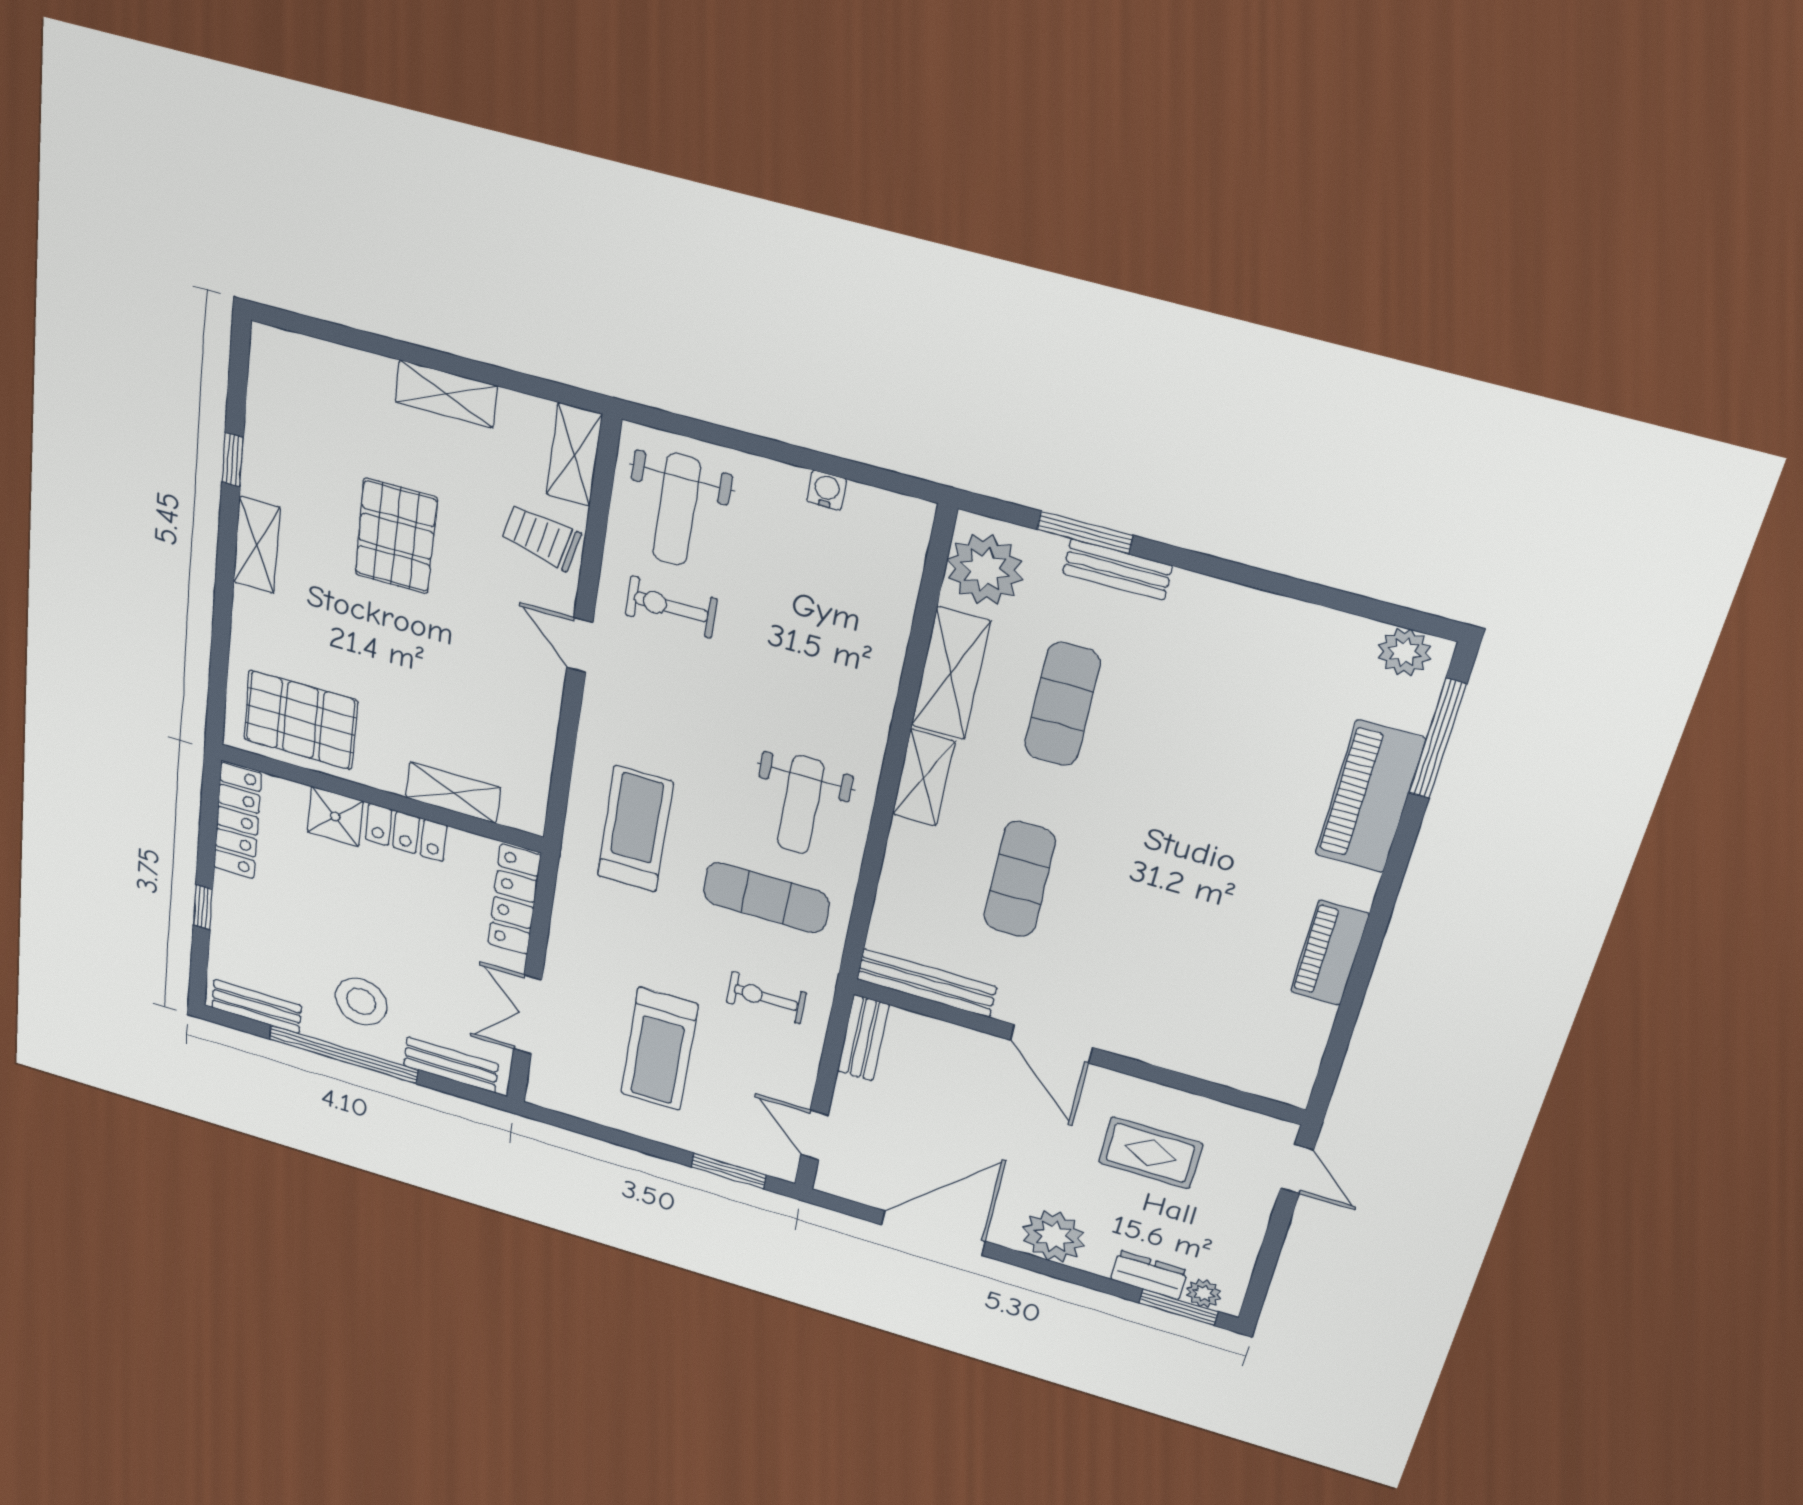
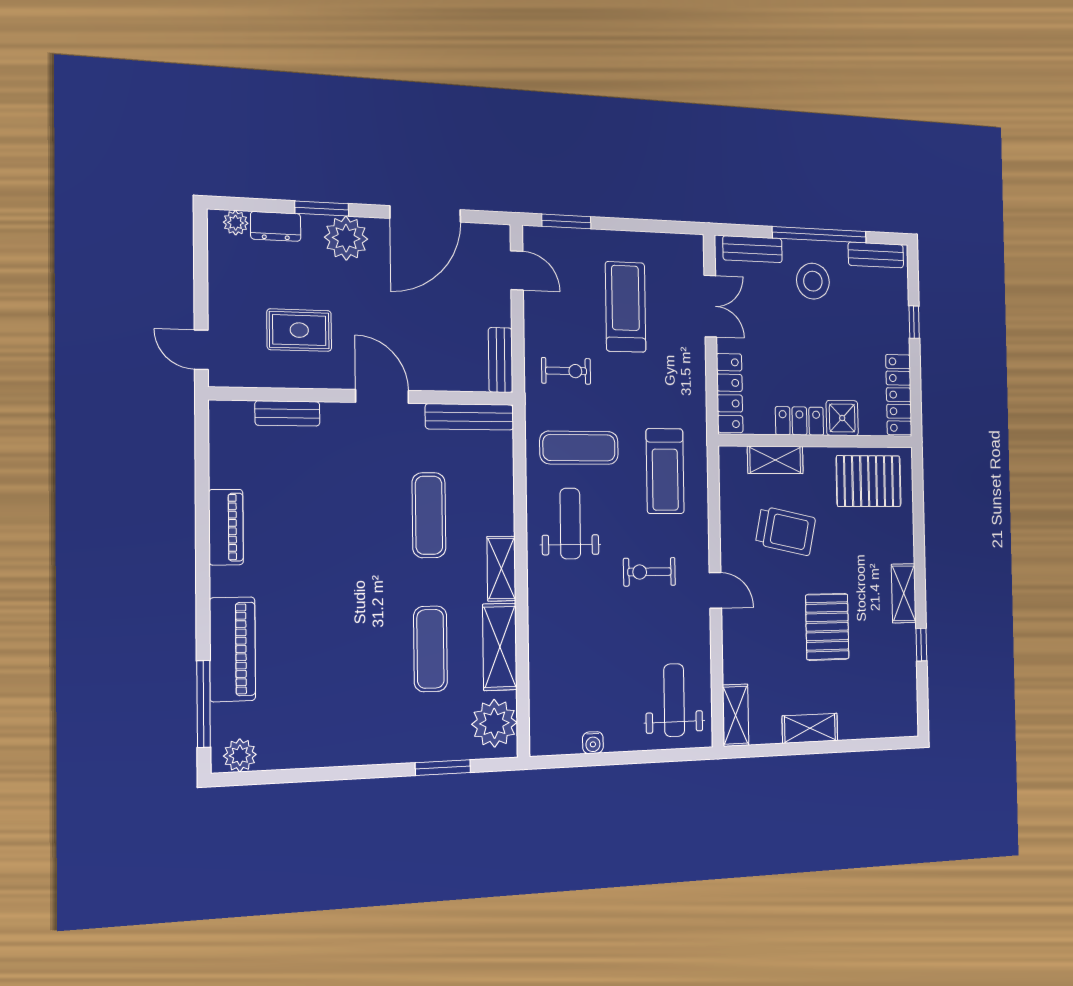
trolley: (541, 537) -> (786, 531), moved, width x1.36, depth x1.39
bench: (1118, 570) -> (287, 413), moved
exercise bike: (671, 607) -> (649, 572), moved, turned 180
window: (1178, 1307) -> (322, 209), moved

